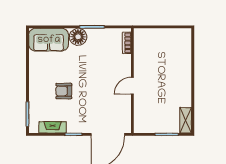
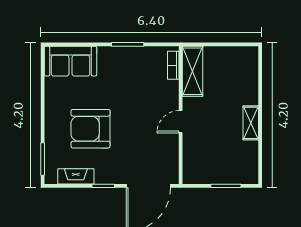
floor lamp: (78, 37) -> (109, 57), removed
shelving: (141, 47) -> (192, 71), added
armchair: (64, 91) -> (91, 129), width x1.88, depth x1.88
shelving: (186, 120) -> (251, 123), moved

